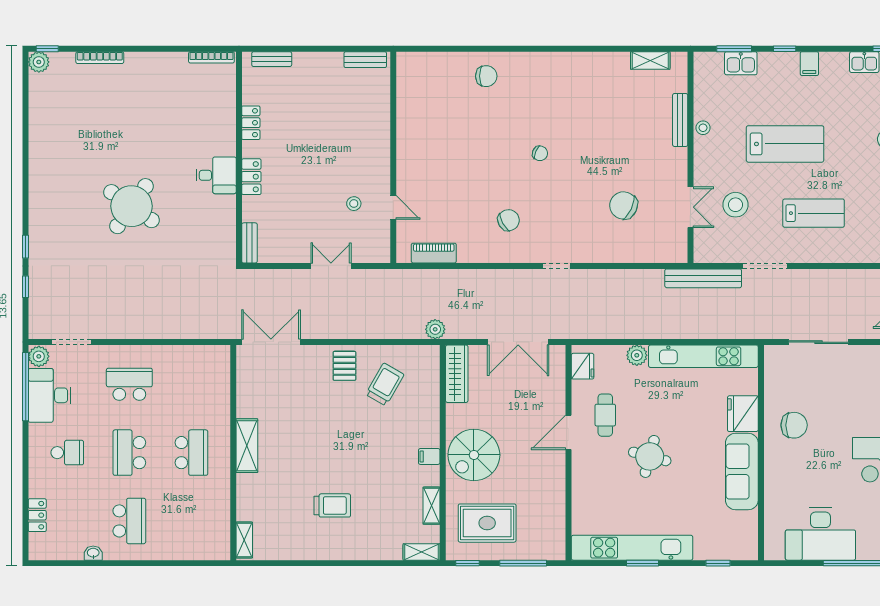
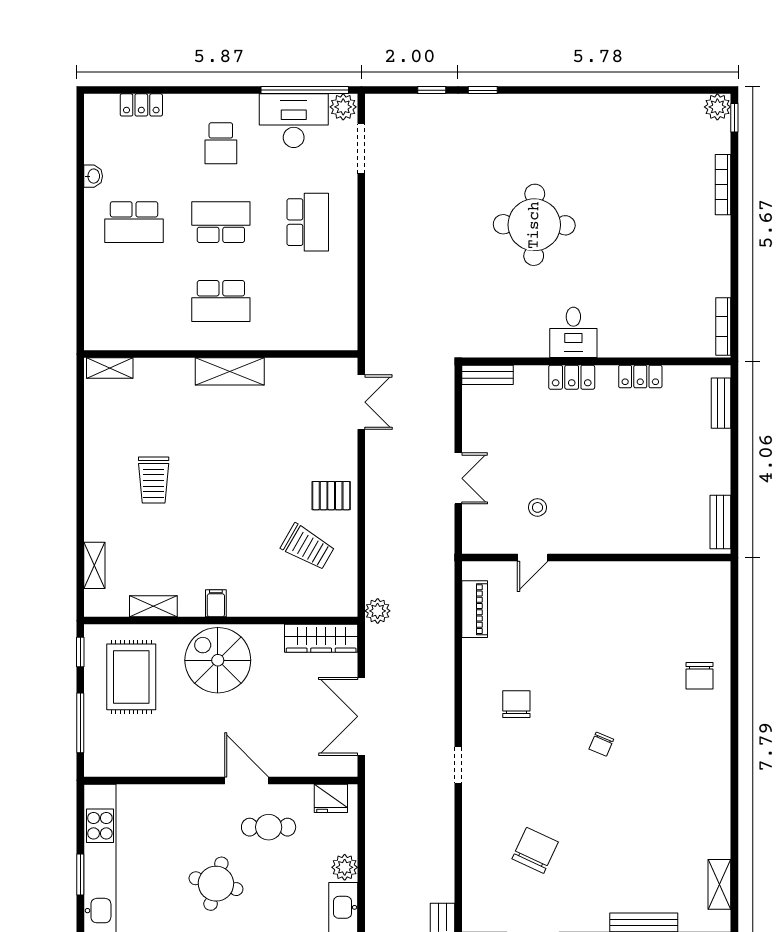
round table: (131, 206) -> (534, 225), turned -34
chair: (509, 220) -> (516, 704), turned -151
double door: (271, 342) -> (361, 402), width x0.73
shelving: (422, 552) -> (94, 565), moved

